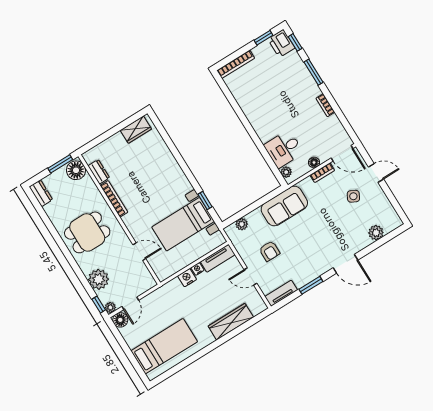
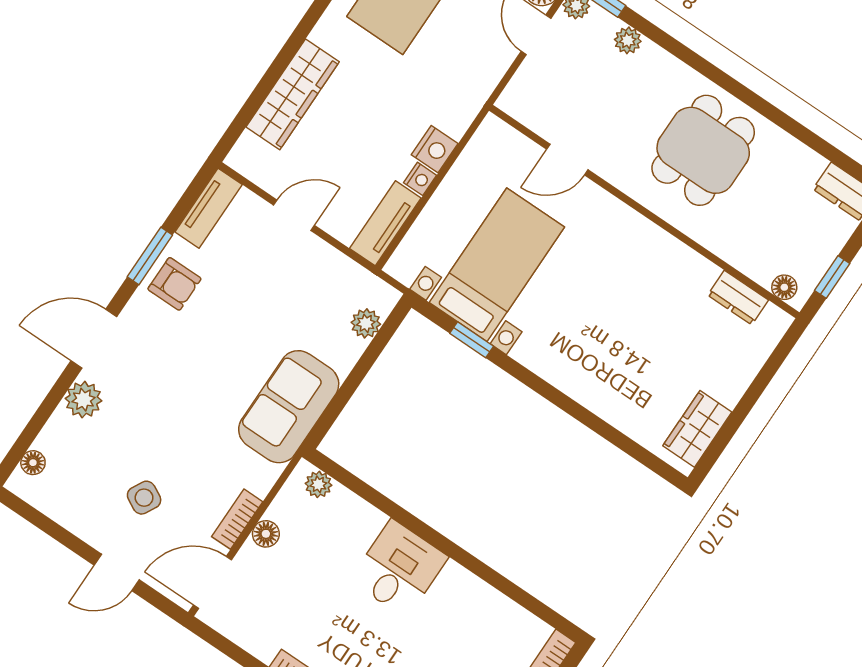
desk: (284, 149) -> (399, 569), moved
window: (60, 164) -> (832, 277), width x0.67
floor lamp: (76, 170) -> (784, 287), width x0.53, depth x0.53
bookcase: (114, 199) -> (677, 252), removed
floor lamp: (389, 228) -> (33, 463), added
plant: (376, 233) -> (83, 400), moved
armchair: (269, 251) -> (174, 284), moved, turned 180
plant: (99, 279) -> (628, 40), width x0.53, depth x0.53

